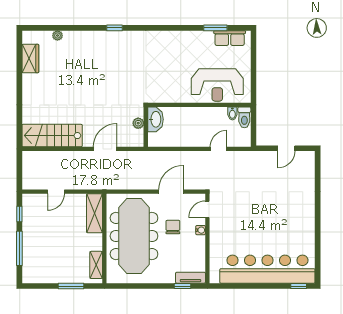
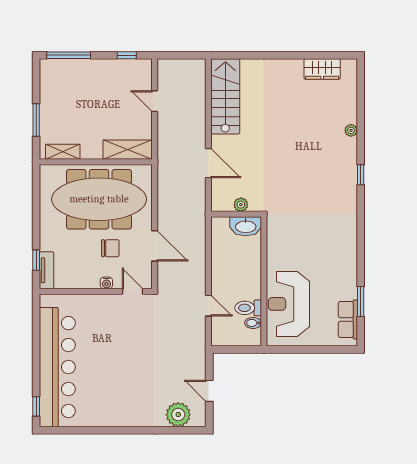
plant: (57, 35) -> (351, 130), moved
toilet: (244, 117) -> (248, 308), moved
plant: (305, 173) -> (178, 415), added
window: (19, 248) -> (69, 55), moved

